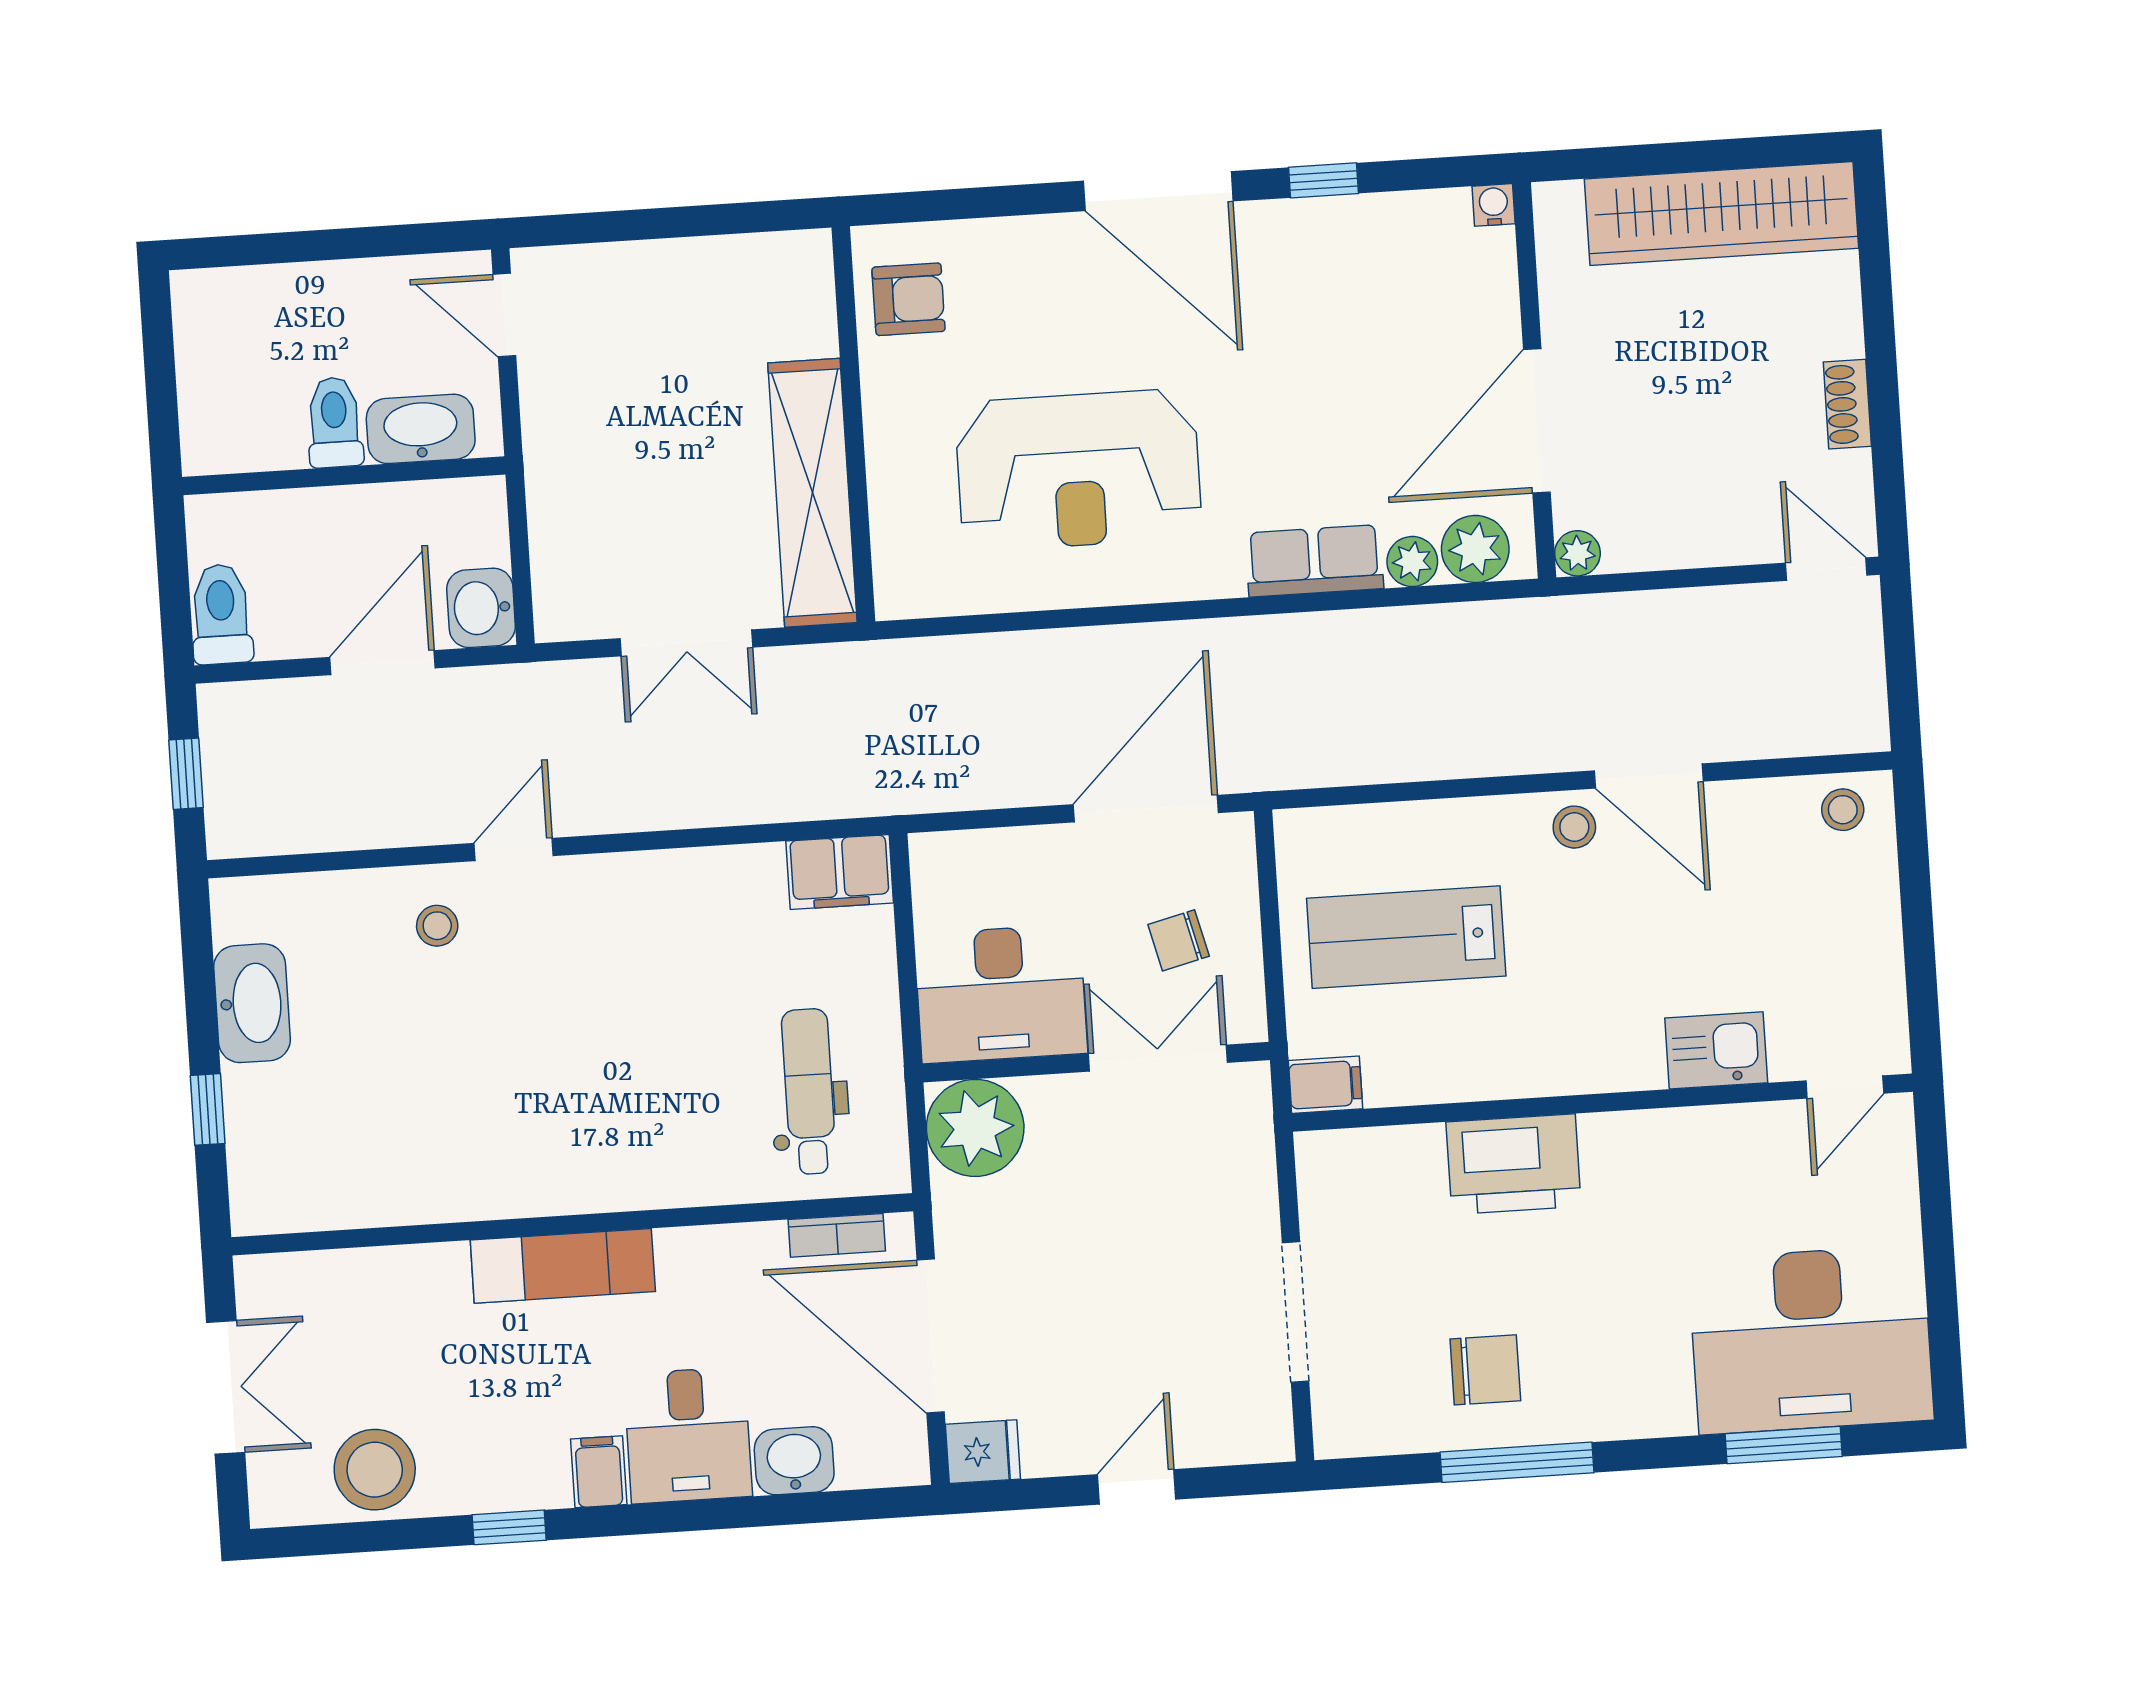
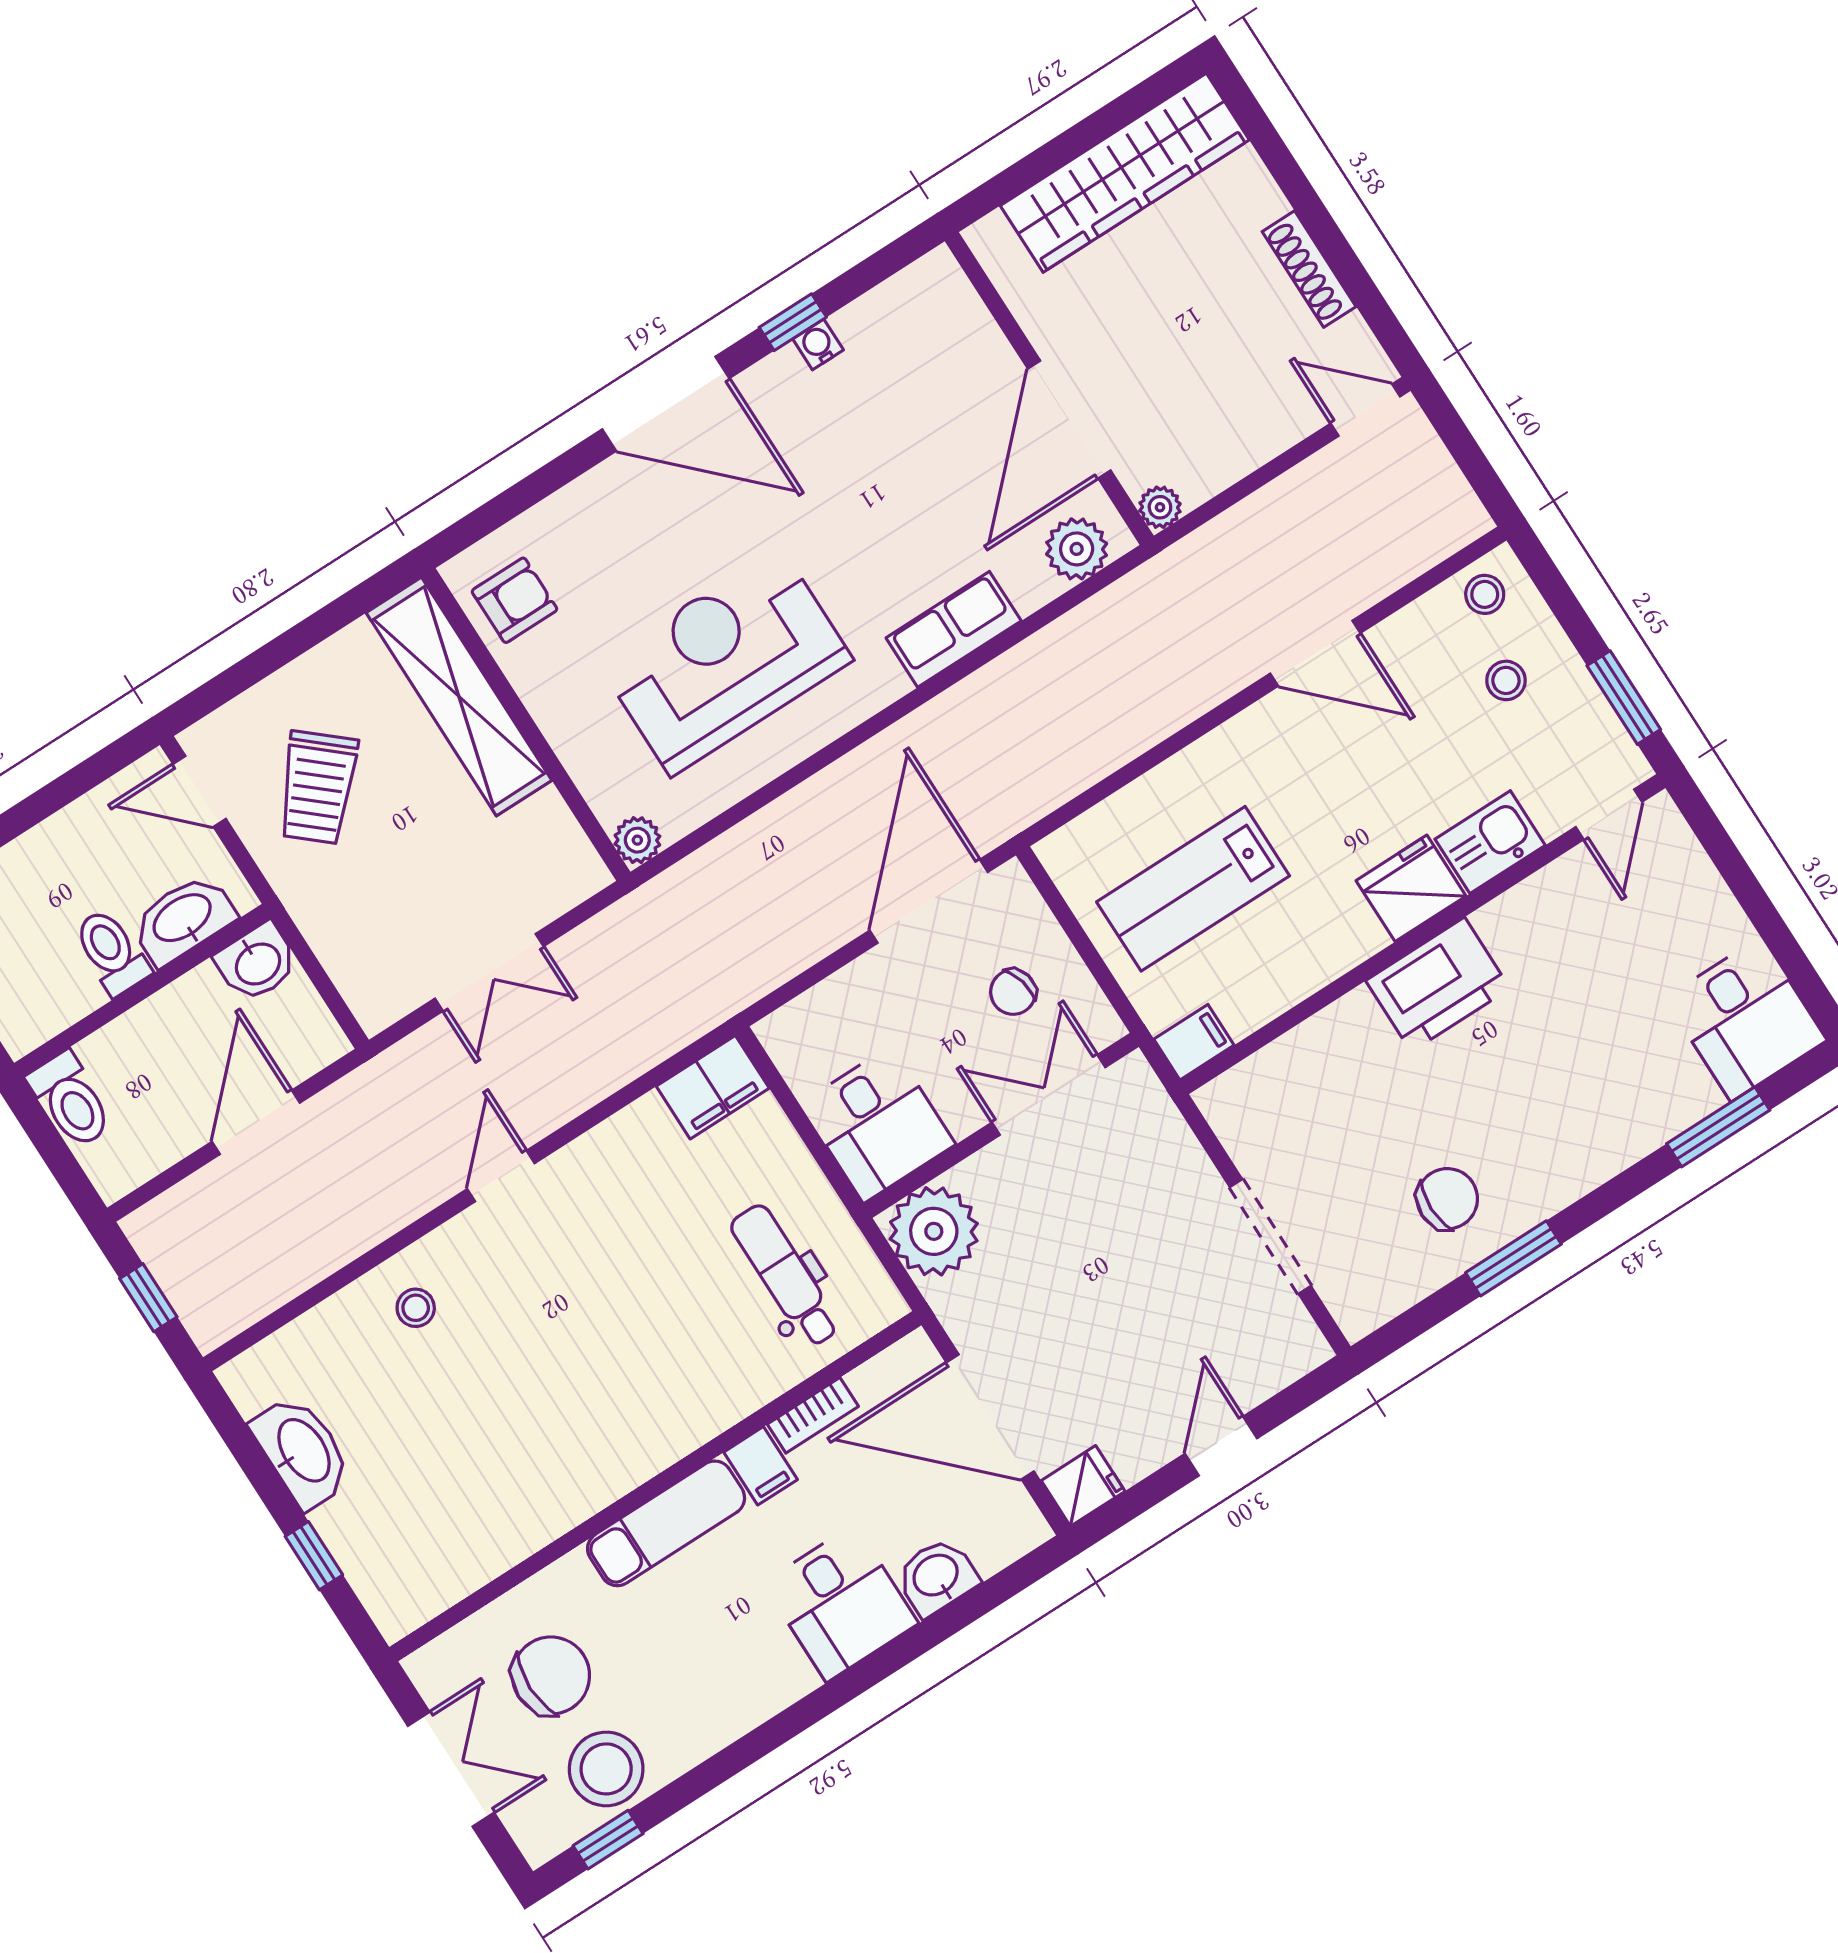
water cooler: (1494, 205) -> (818, 344), moved
trolley: (620, 374) -> (318, 787), added
shoe rack: (1847, 404) -> (1309, 269), width x1.43
reception desk: (1078, 470) -> (725, 661), turned 180
shelving: (812, 493) -> (459, 697), moved
plant: (1412, 562) -> (637, 840), moved
washbasin: (481, 608) -> (257, 963), moved, turned -90
toilet: (221, 614) -> (71, 1100), moved, turned 180
stool: (1574, 827) -> (1506, 680), moved
door: (514, 849) -> (501, 1176), moved
window: (1921, 983) -> (1624, 698), added
desk: (1001, 994) -> (878, 1124), width x0.73
fridge: (1616, 1053) -> (1411, 888), added
printer: (1514, 1164) -> (1438, 984), moved
bookcase: (837, 1235) -> (813, 1415), moved
desk: (1811, 1340) -> (1746, 1019), width x0.53, depth x0.77
chair: (371, 1351) -> (551, 1676), added
window: (1517, 1462) -> (1513, 1258), width x0.69
filing cabinet: (599, 1472) -> (761, 1466), moved, turned 180
window: (509, 1527) -> (608, 1840), moved

